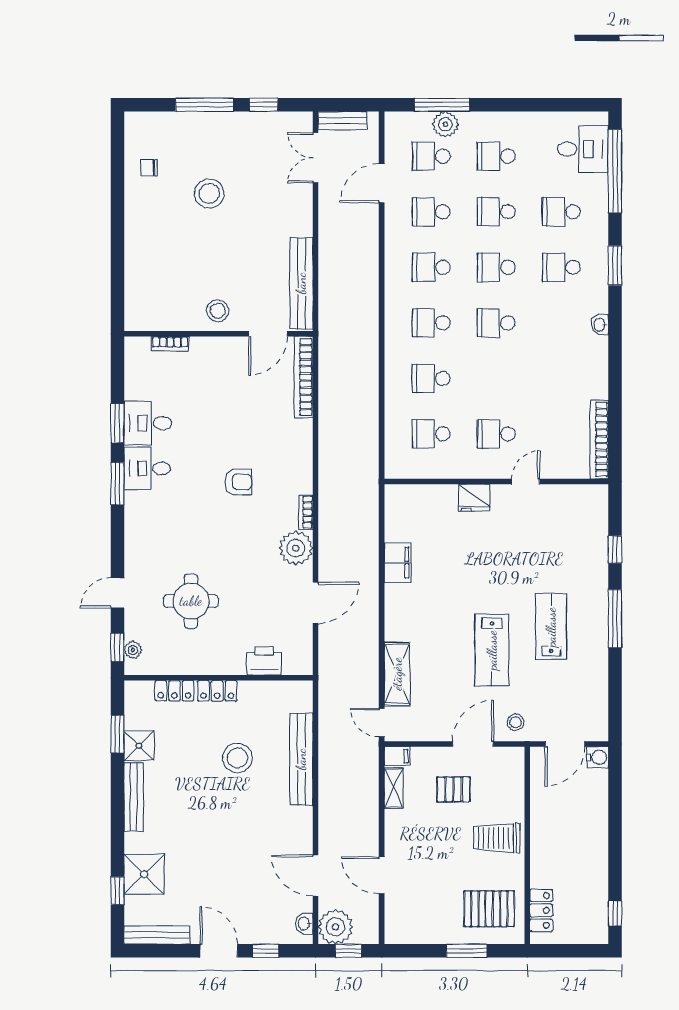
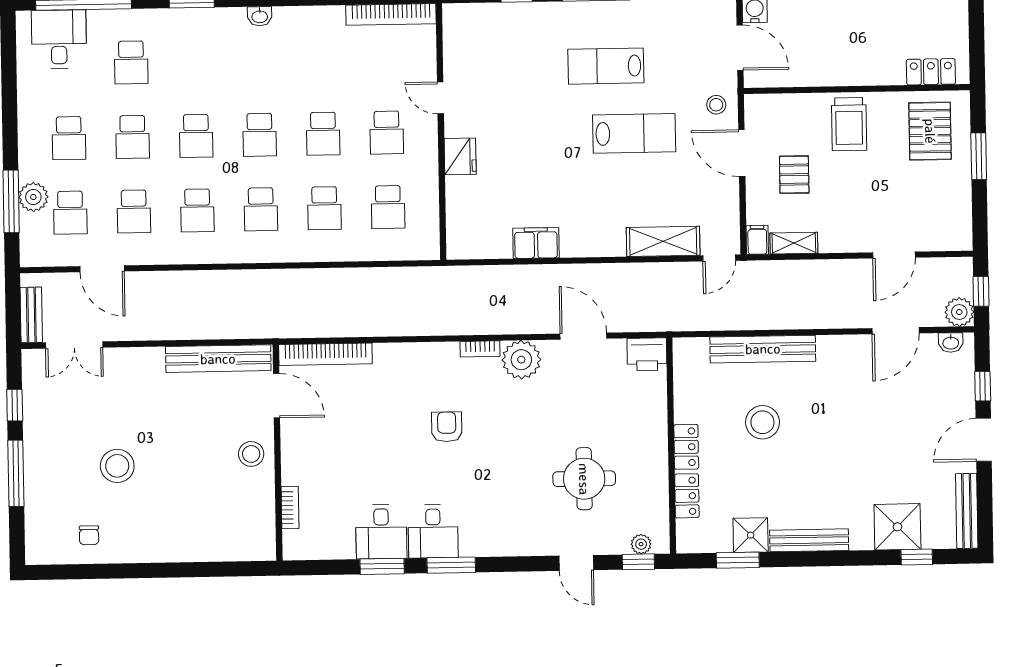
school desk: (561, 267) -> (323, 134), moved
printer: (264, 661) -> (647, 354), moved, turned -90
plant: (335, 927) -> (959, 312), width x0.73, depth x0.73

